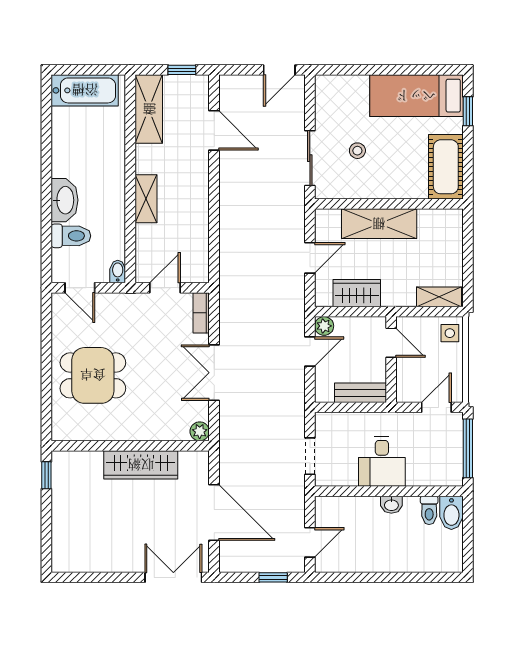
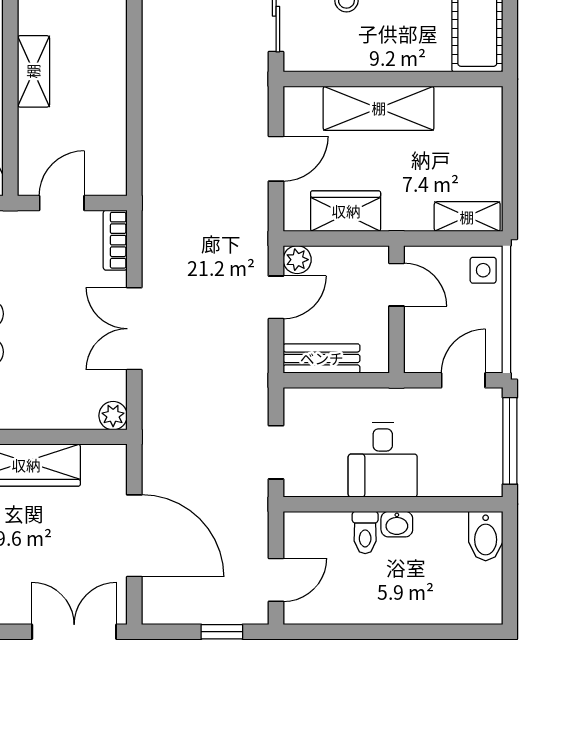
bench: (360, 393) -> (322, 358), moved
toilet: (429, 510) -> (365, 532), moved

